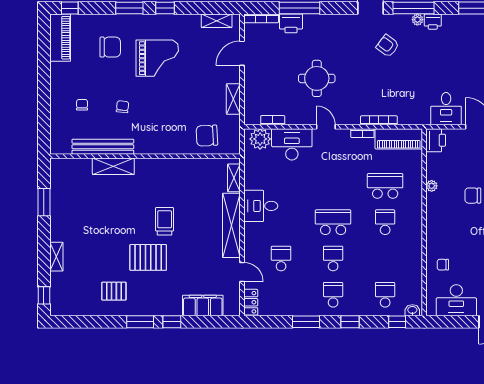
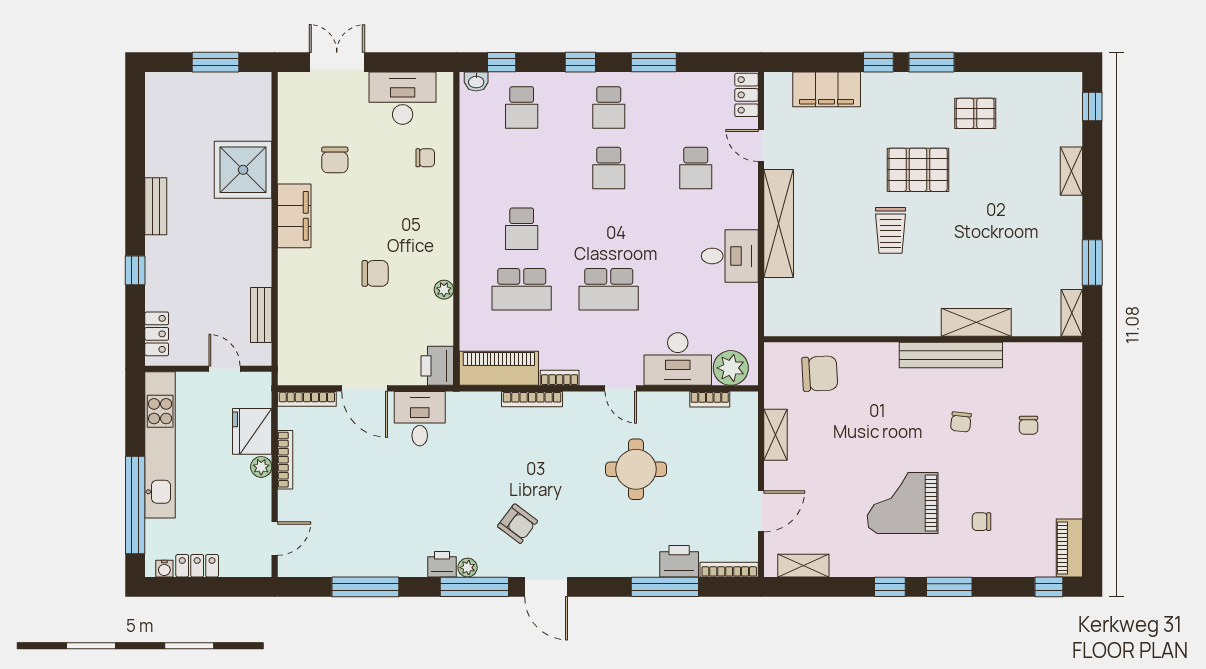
piano: (60, 38) -> (1069, 548), width x0.73, depth x0.75
chair: (110, 47) -> (981, 522), width x0.54, depth x0.54
bench: (103, 147) -> (951, 355), moved
shelving: (234, 178) -> (1072, 313), moved
school desk: (333, 222) -> (609, 289), moved

